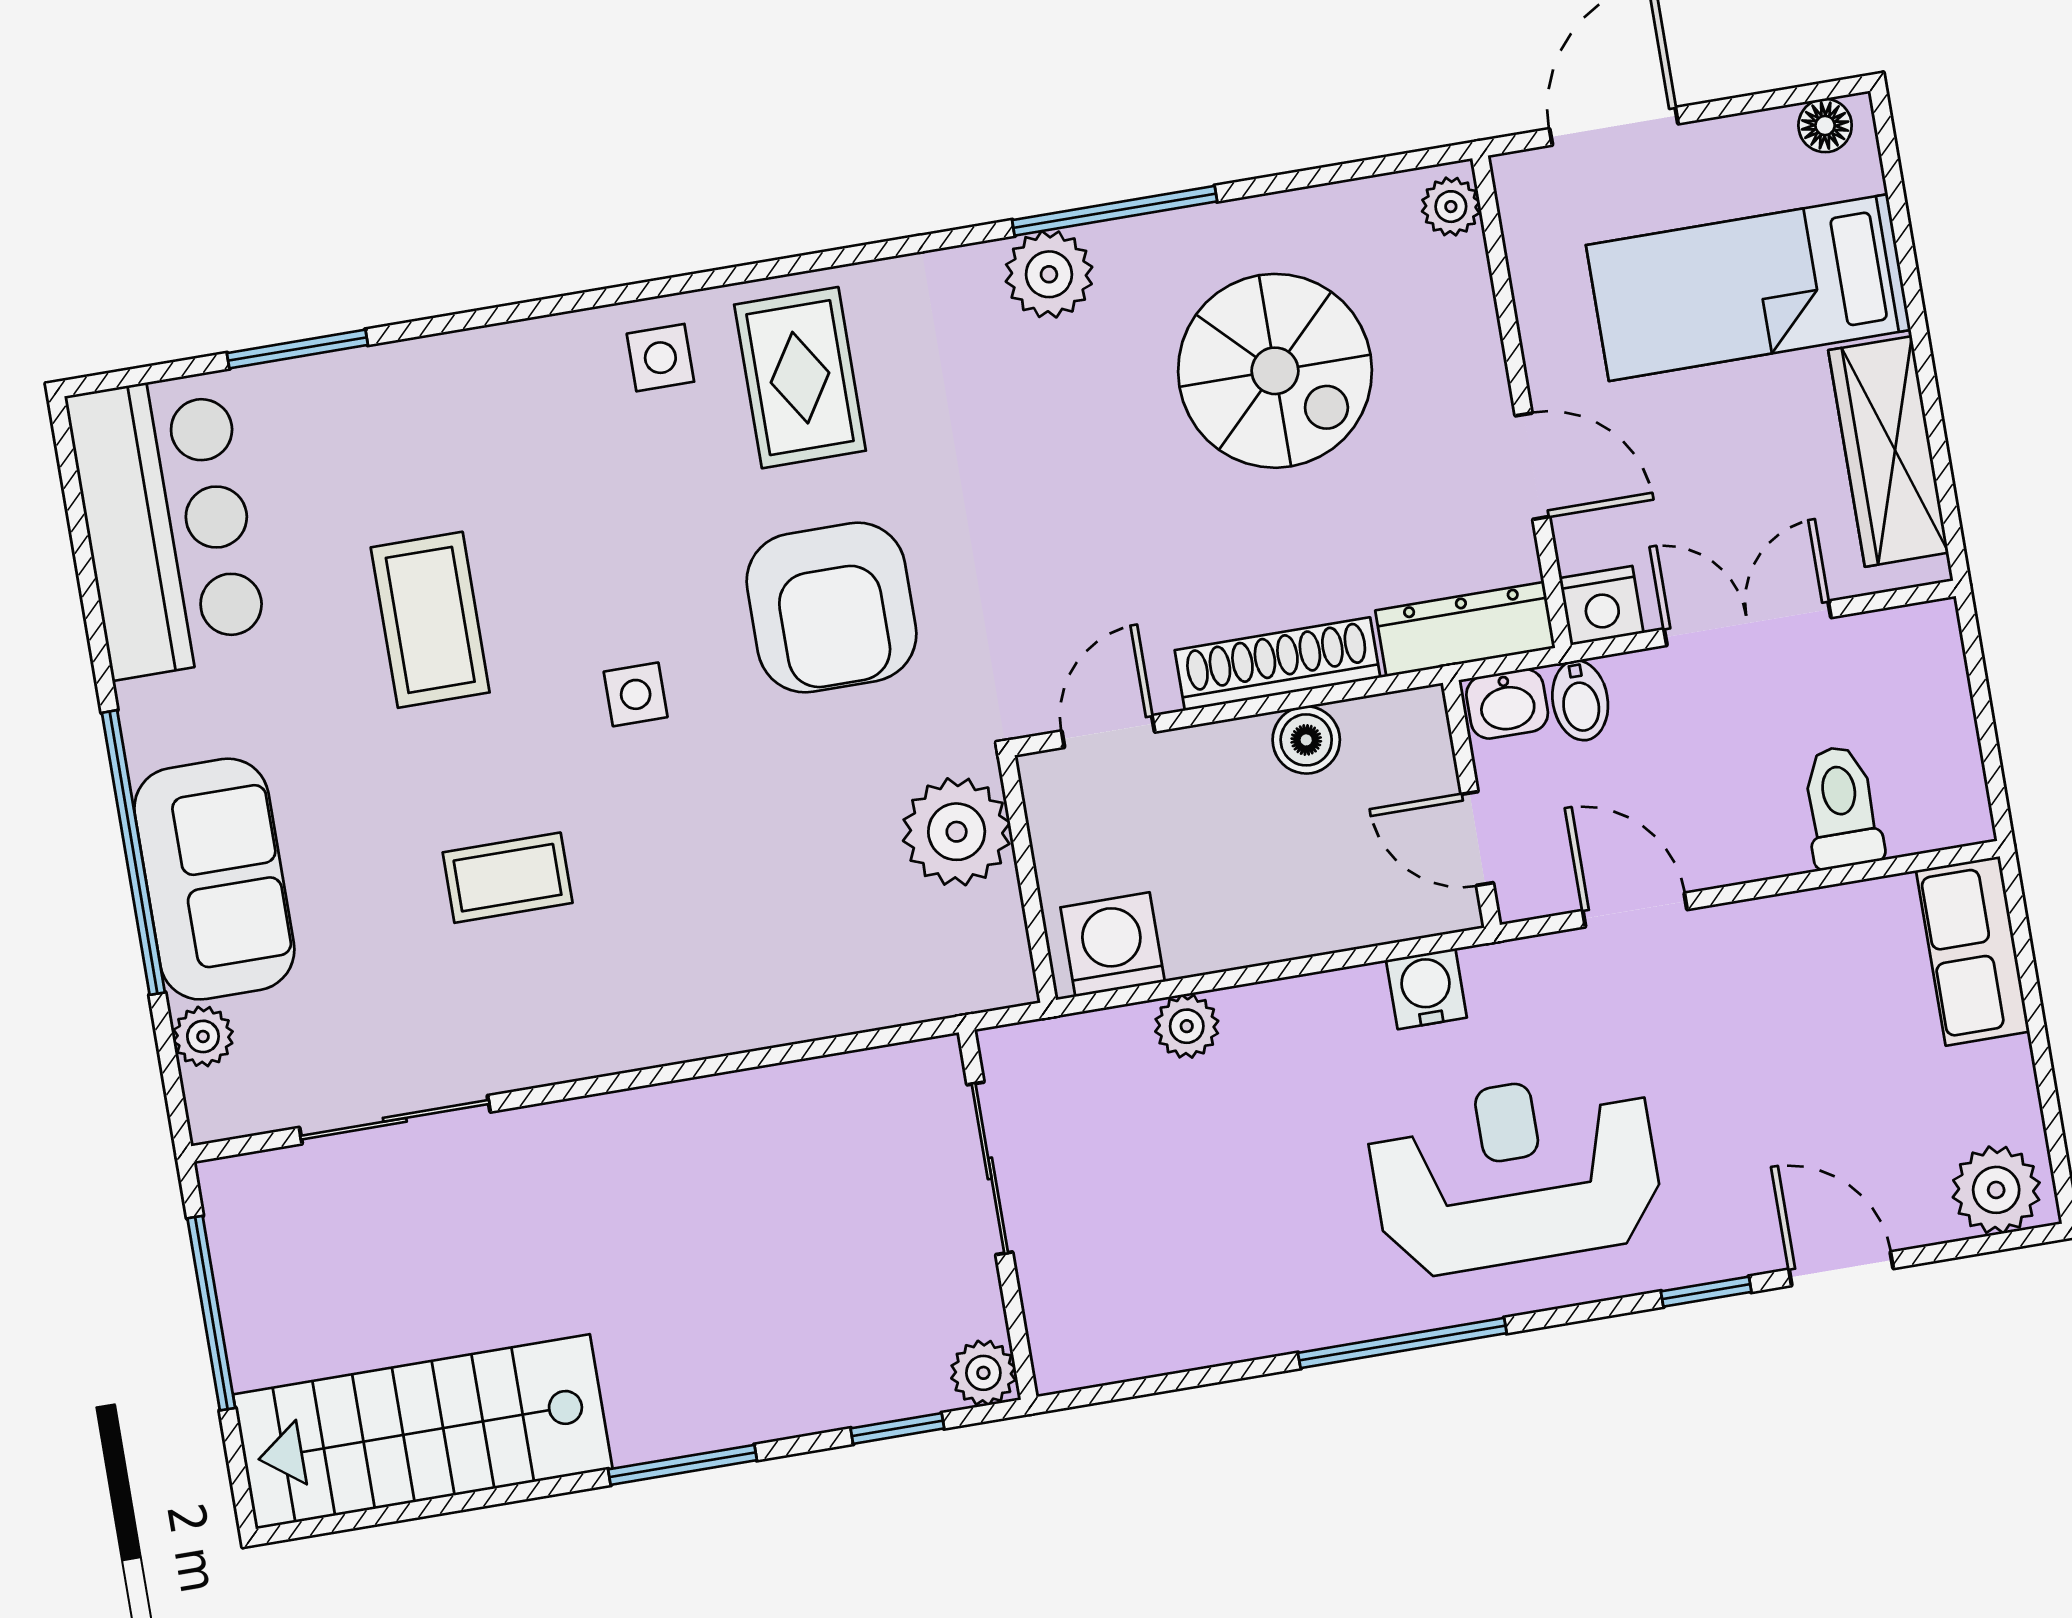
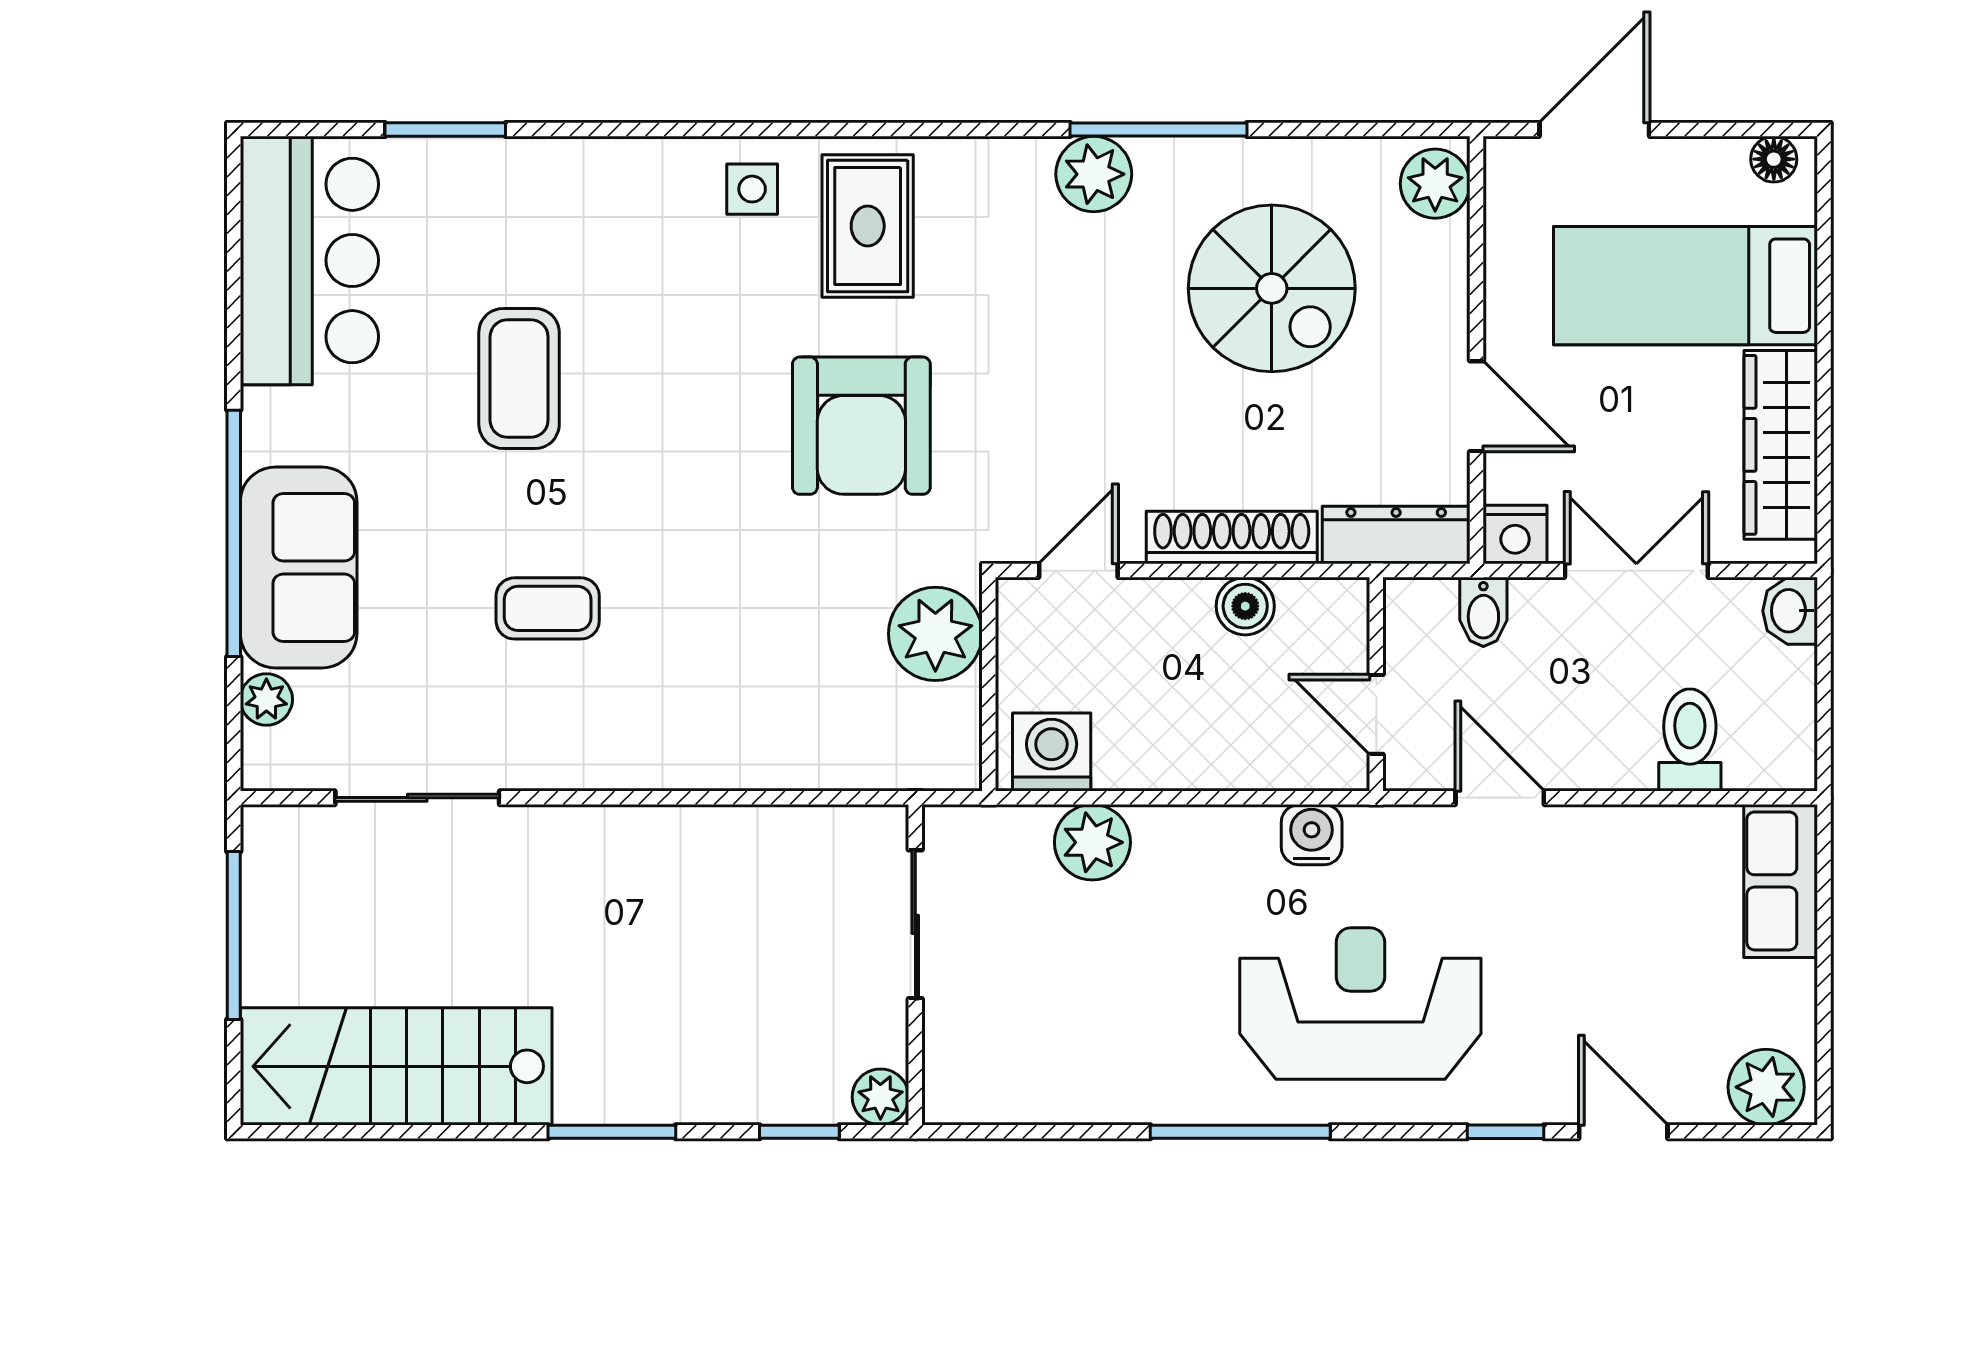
plant: (1451, 207) -> (1435, 184), width x1.38, depth x1.38
side table: (636, 694) -> (683, 471), removed
washbasin: (1507, 704) -> (1790, 611), moved, turned 90
plant: (1187, 1026) -> (1092, 842), width x1.38, depth x1.38

